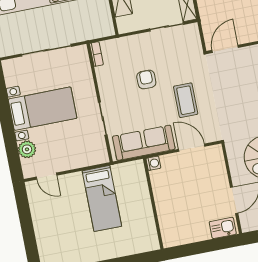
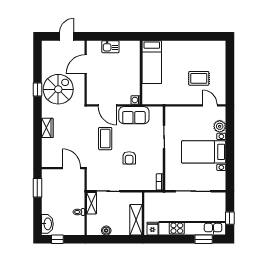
door: (225, 49) -> (71, 168), swing flipped
sofa: (144, 143) -> (134, 115), width x0.73
bed: (102, 199) -> (152, 62), moved, turned 180
rug: (70, 211) -> (199, 78), added
kitchen sink: (223, 228) -> (110, 47), moved

